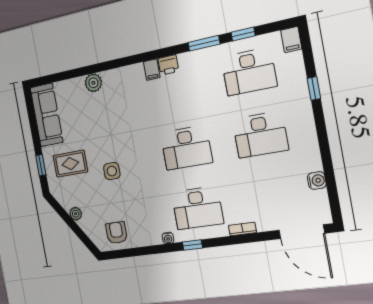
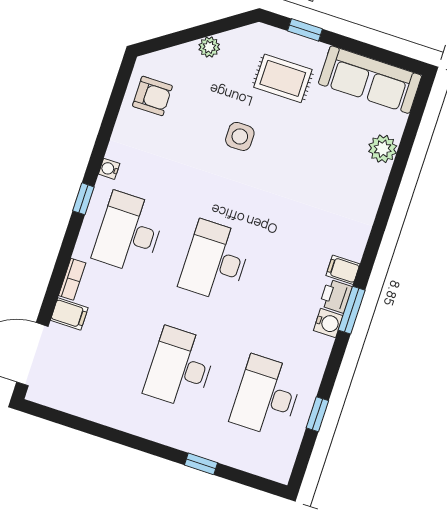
filing cabinet: (291, 40) -> (69, 314), moved, turned 180
window: (204, 43) -> (352, 310), moved
plant: (93, 83) -> (383, 149), moved
rug: (70, 164) -> (283, 78), turned 90
water cooler: (317, 181) -> (328, 323), moved, turned -90

